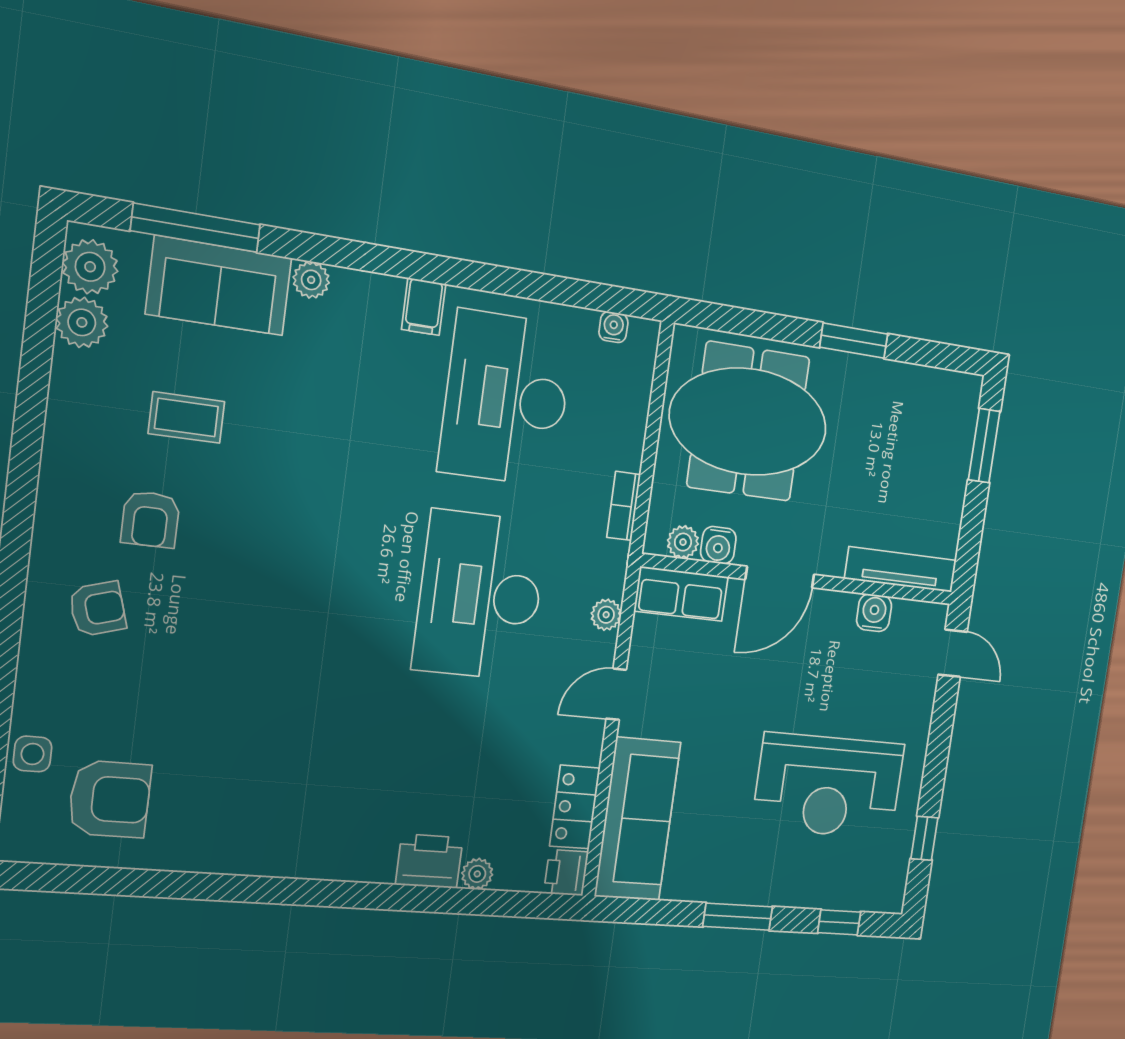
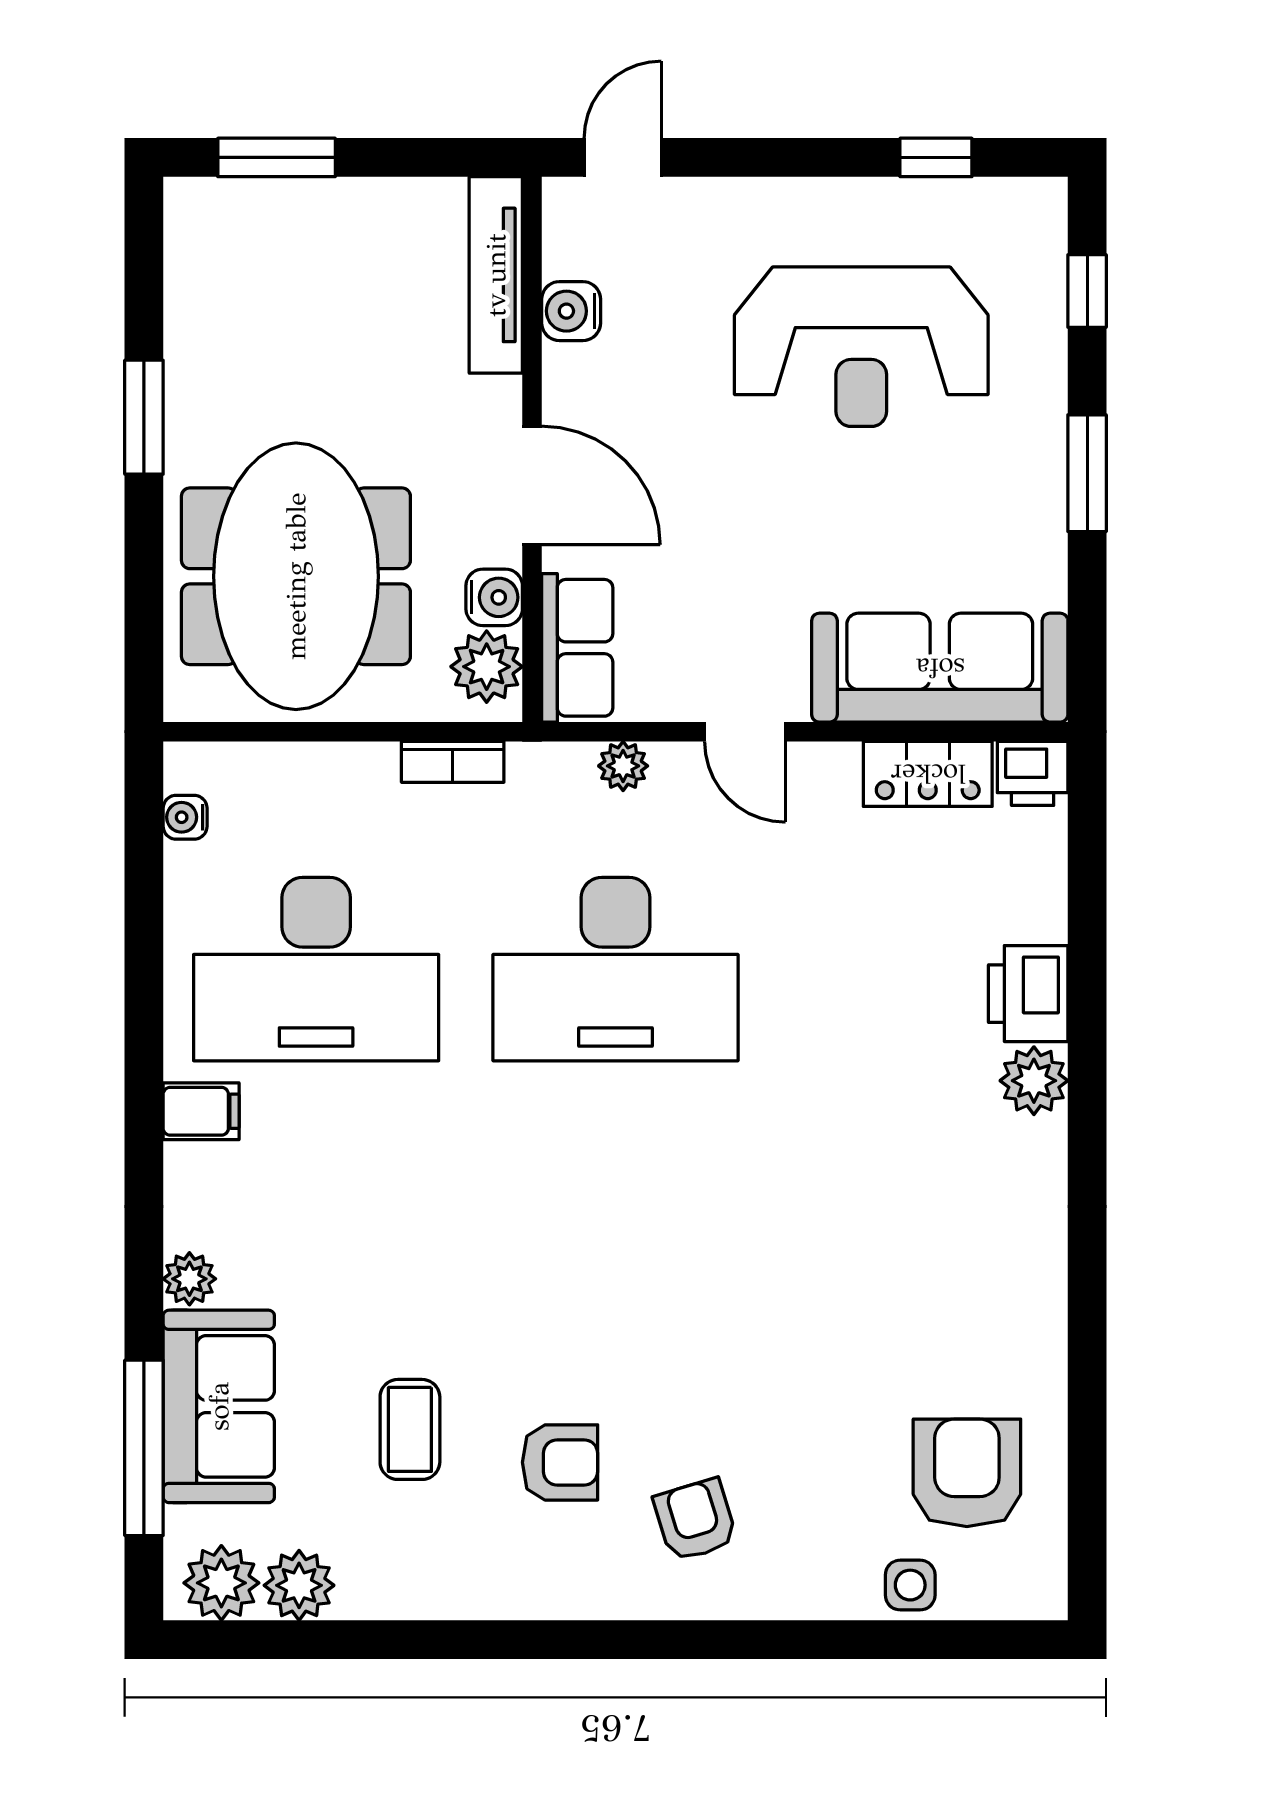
plant: (683, 542) -> (487, 667), width x1.38, depth x1.38
reception desk: (828, 786) -> (861, 347), turned 90
plant: (477, 874) -> (1034, 1081), moved, width x1.38, depth x1.38

